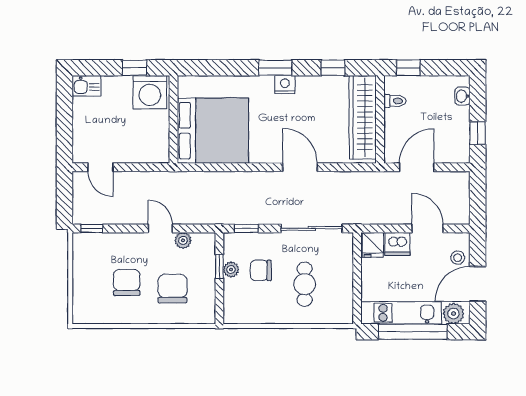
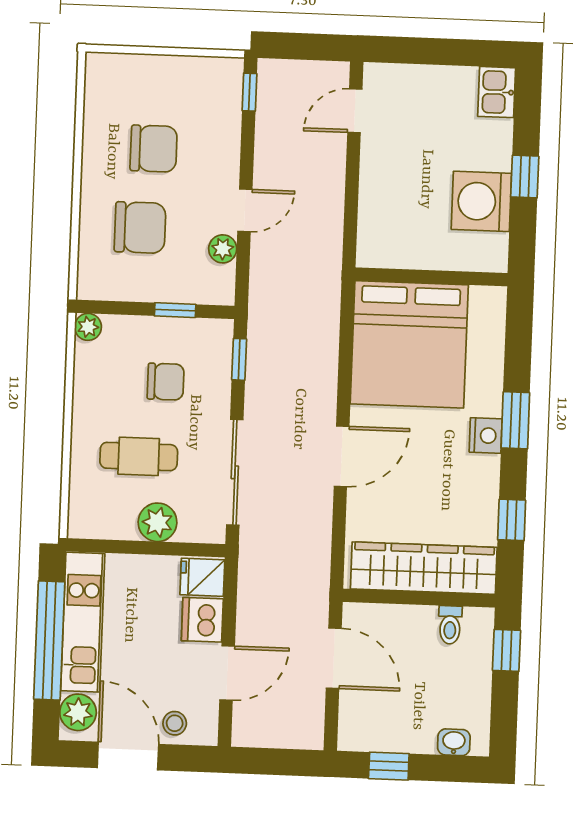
wall: (173, 119) -> (431, 277), moved
bed: (213, 131) -> (409, 344), moved
plant: (231, 270) -> (88, 327), moved
chair: (261, 270) -> (166, 382), turned 90
plant: (342, 272) -> (157, 522), added

